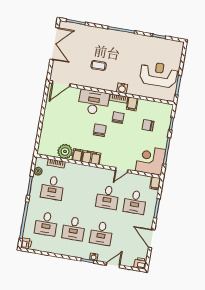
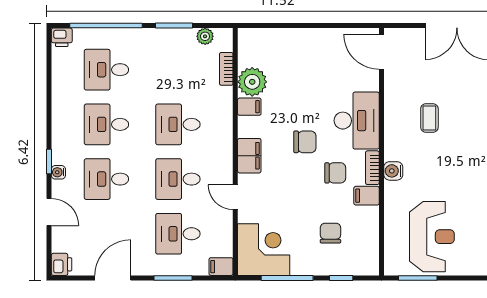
filing cabinet: (91, 158) -> (249, 156), moved
desk: (52, 188) -> (178, 124), moved

